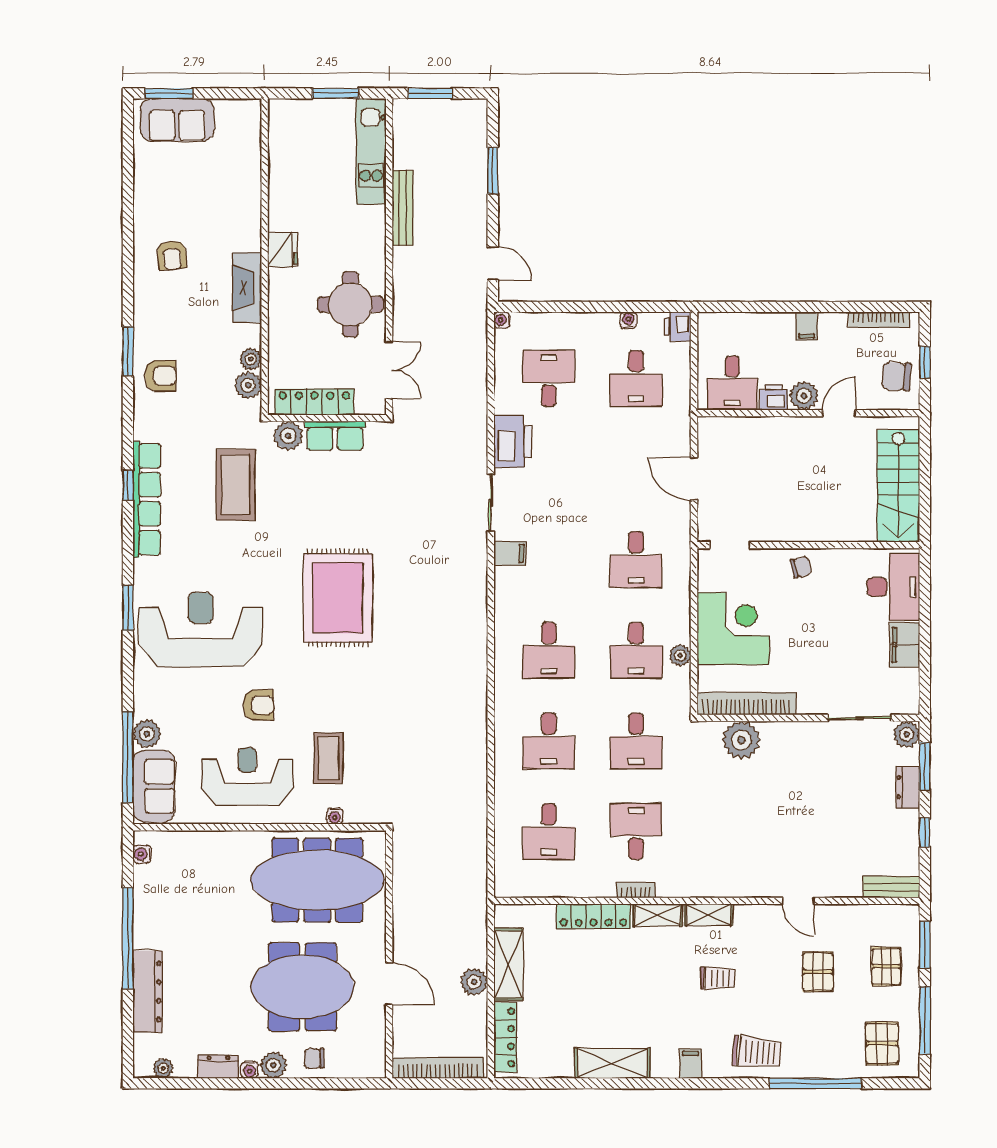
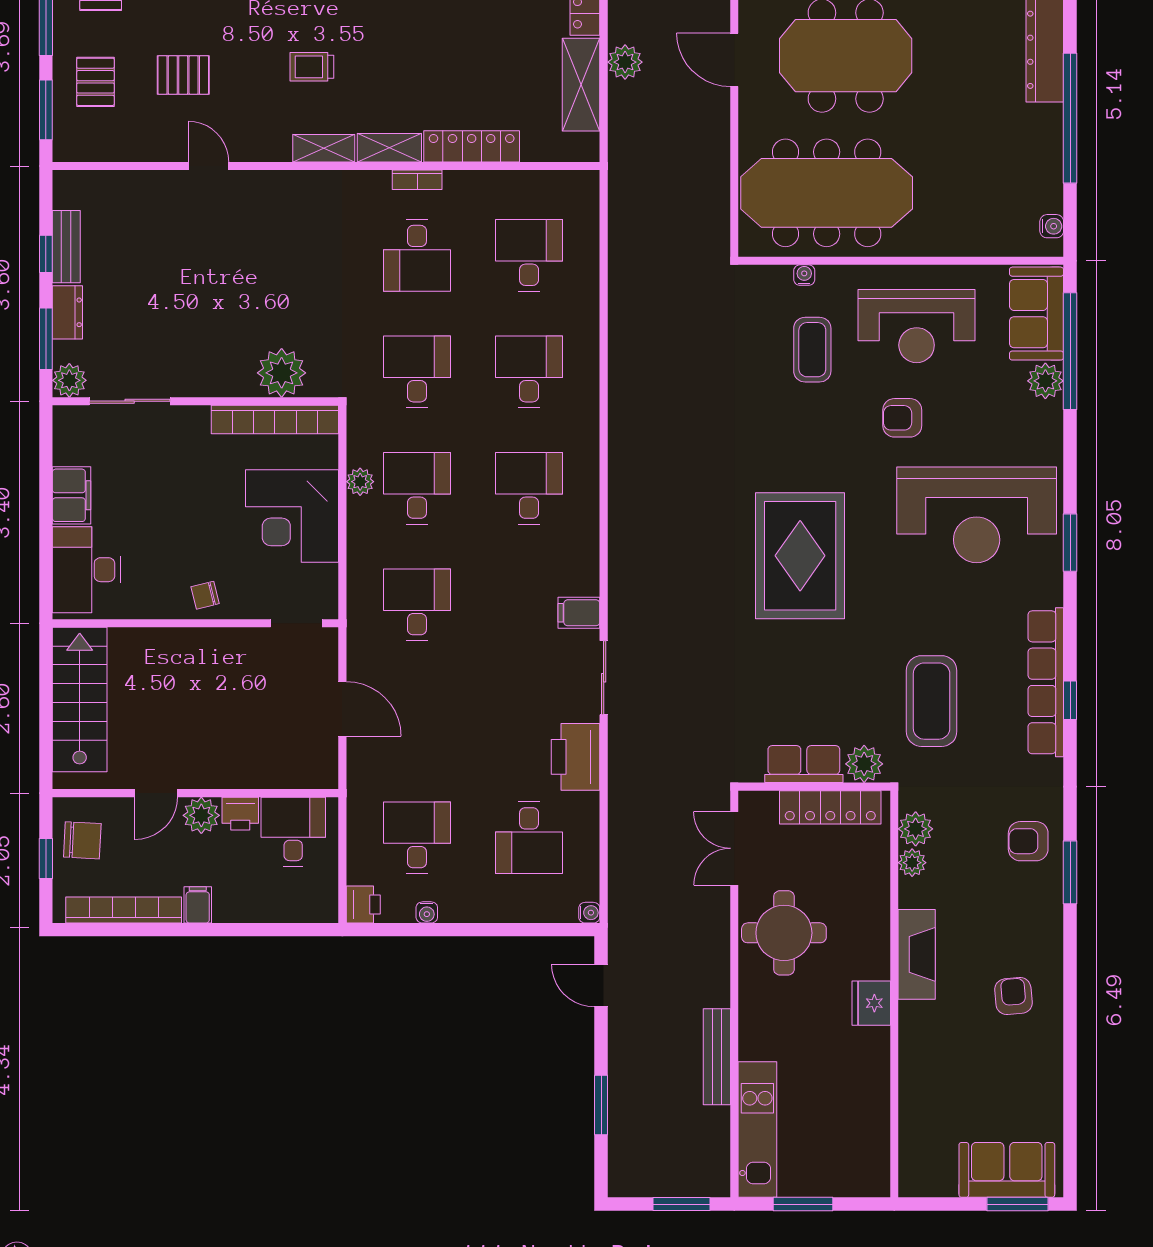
bookcase: (879, 320) -> (124, 910), width x1.48, depth x1.31
bench: (891, 887) -> (66, 247), moved, turned 90
pallet: (818, 972) -> (183, 75), turned 90

